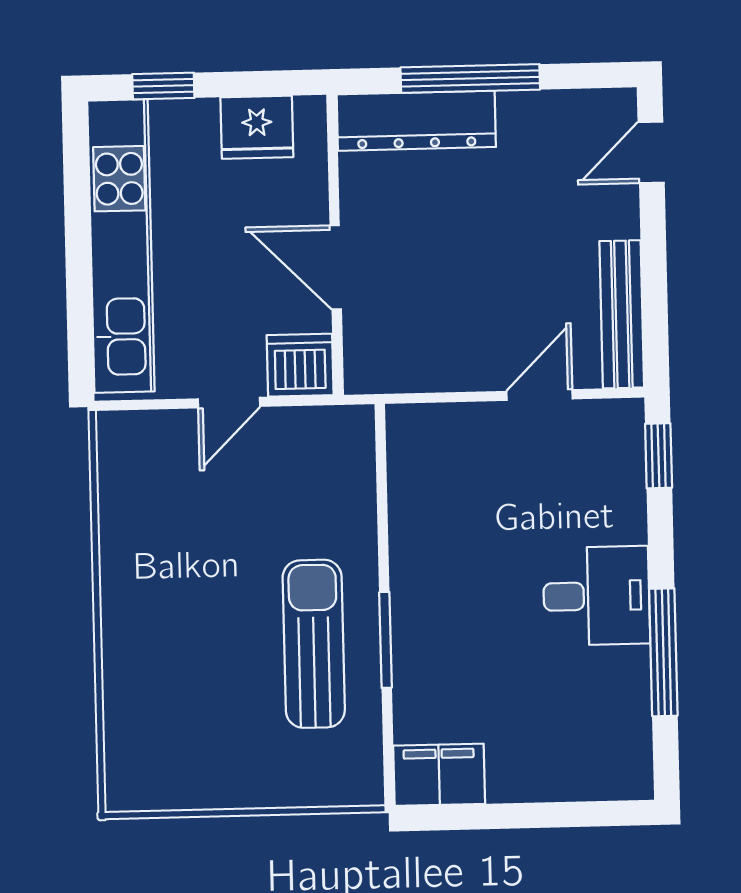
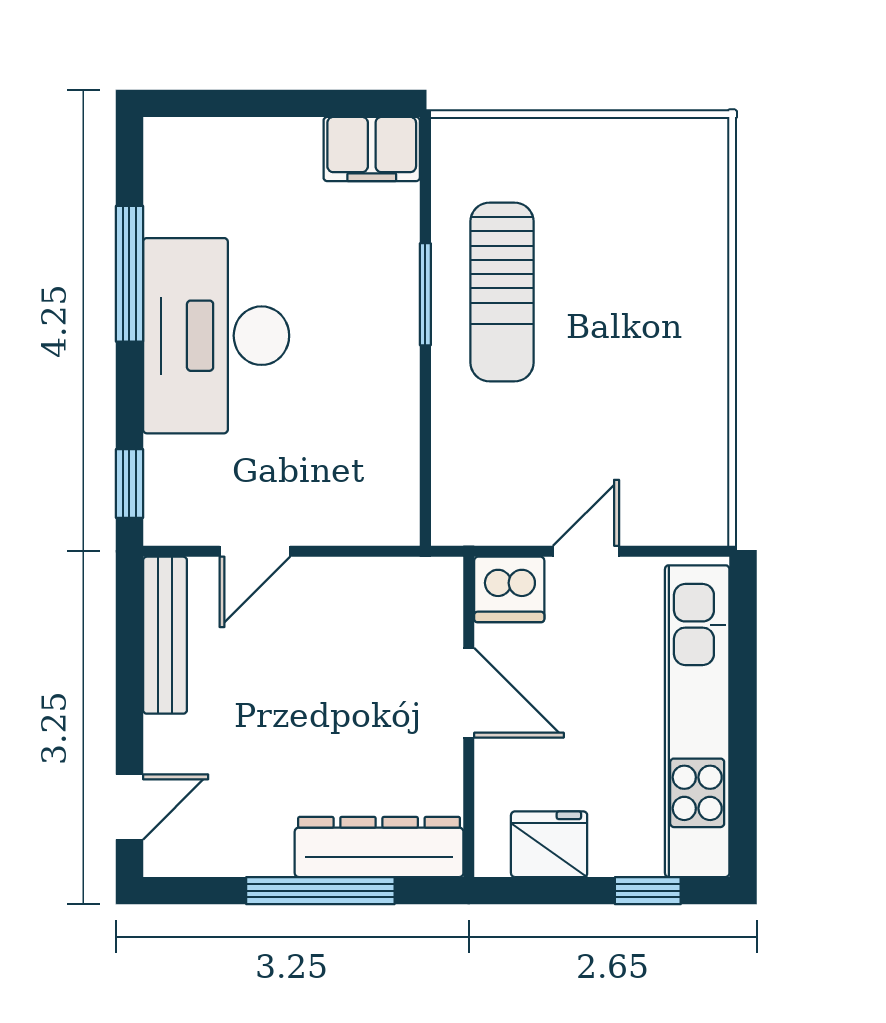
desk: (596, 596) -> (216, 336), width x1.87, depth x1.30

